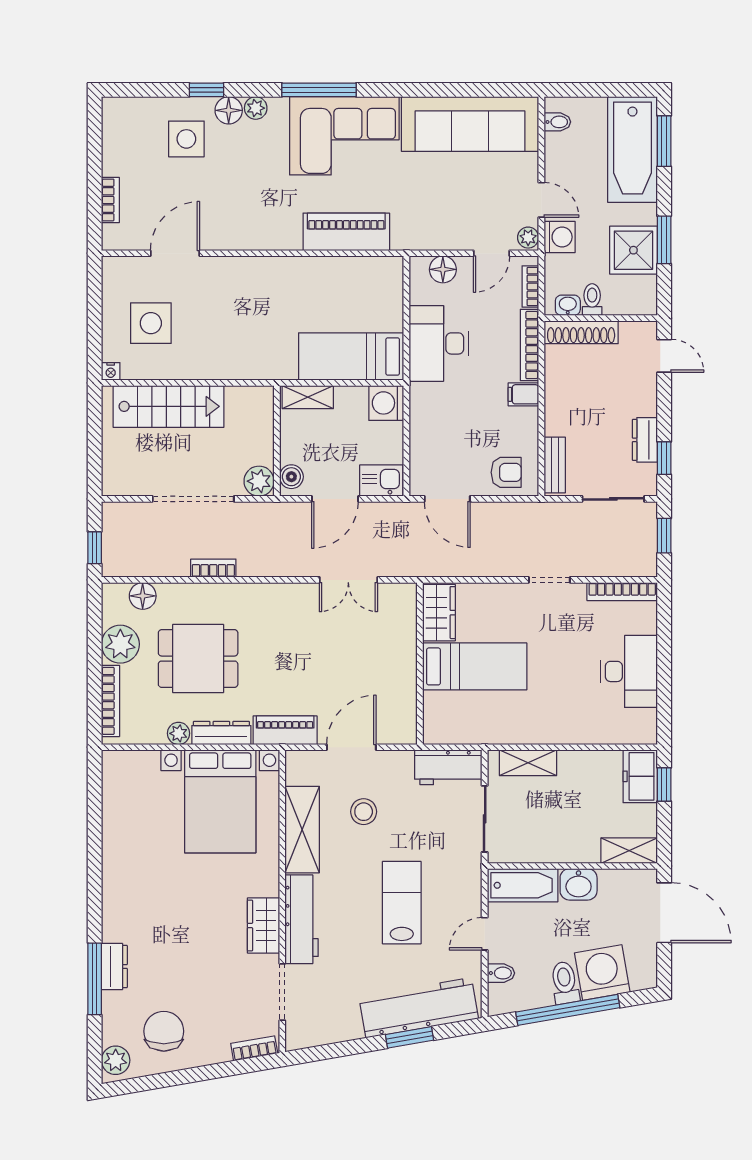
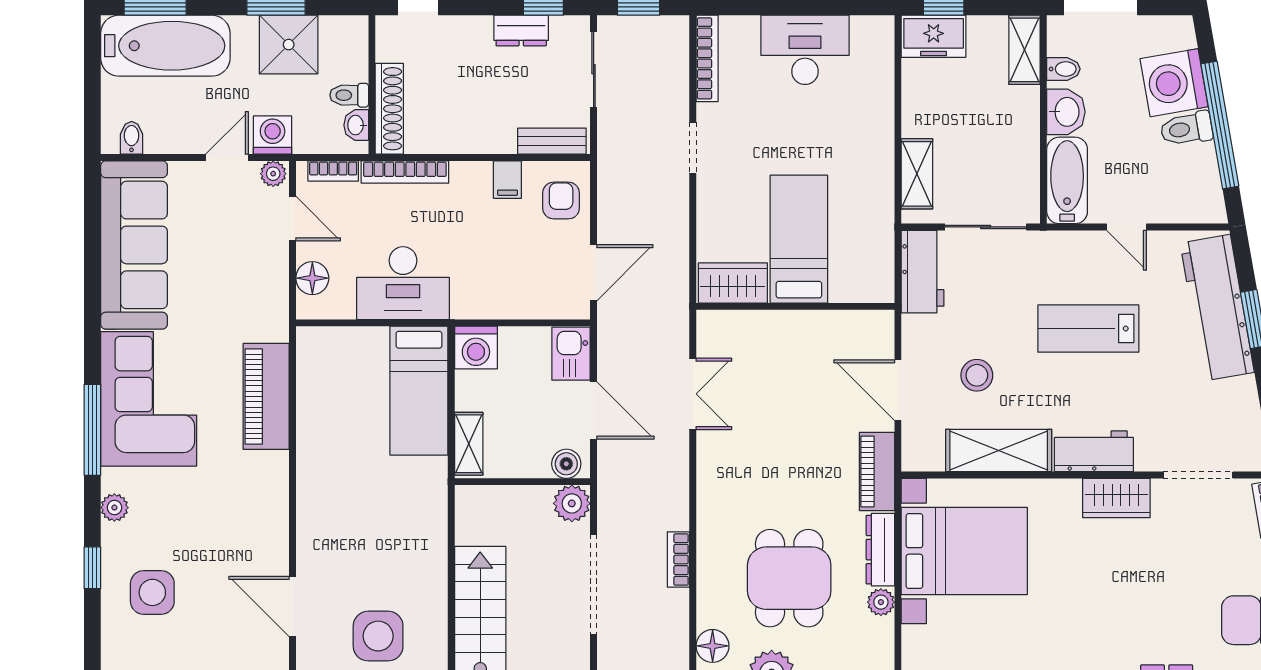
floor lamp: (229, 110) -> (117, 541), removed
filing cabinet: (523, 394) -> (507, 180), moved
workbench: (302, 919) -> (1094, 451), width x0.73
bidet: (501, 973) -> (1063, 69), moved, turned 90

